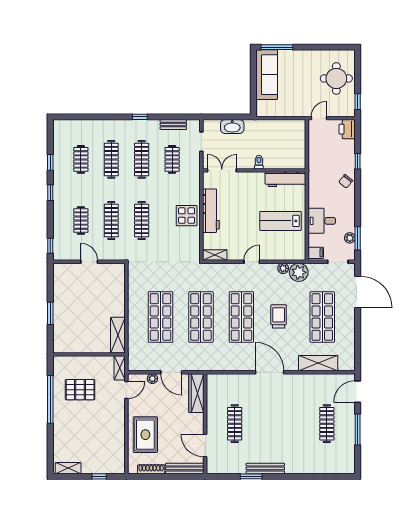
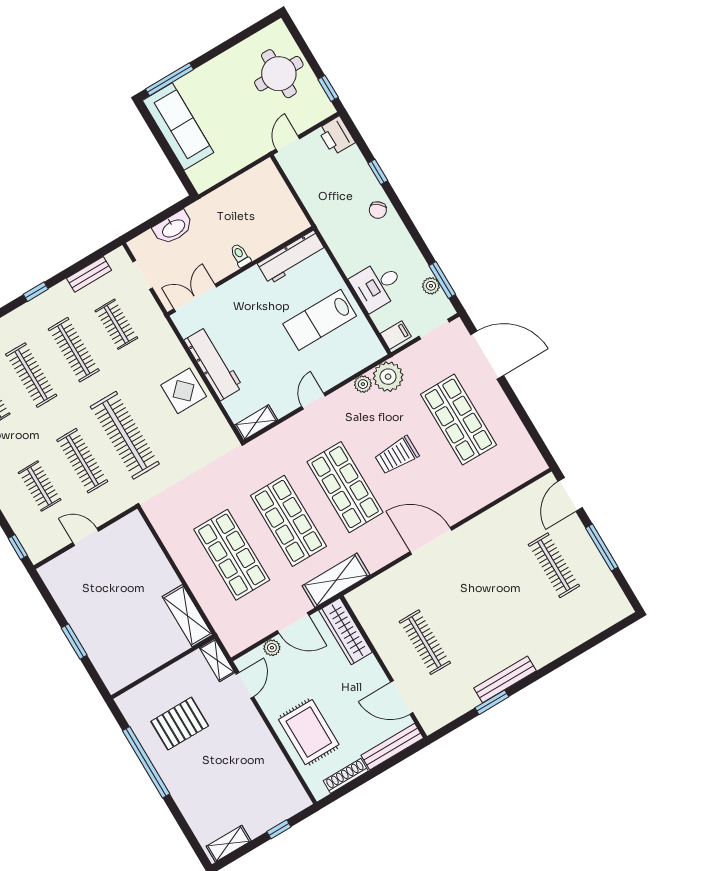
clothes rail: (142, 221) -> (125, 435), width x1.37, depth x1.31
trolley: (279, 316) -> (397, 455), turned -90
shelving: (318, 363) -> (336, 580), moved

